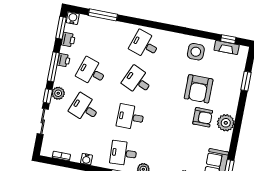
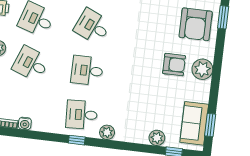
armchair: (199, 89) -> (196, 24), moved
water cooler: (86, 159) -> (25, 123), moved

